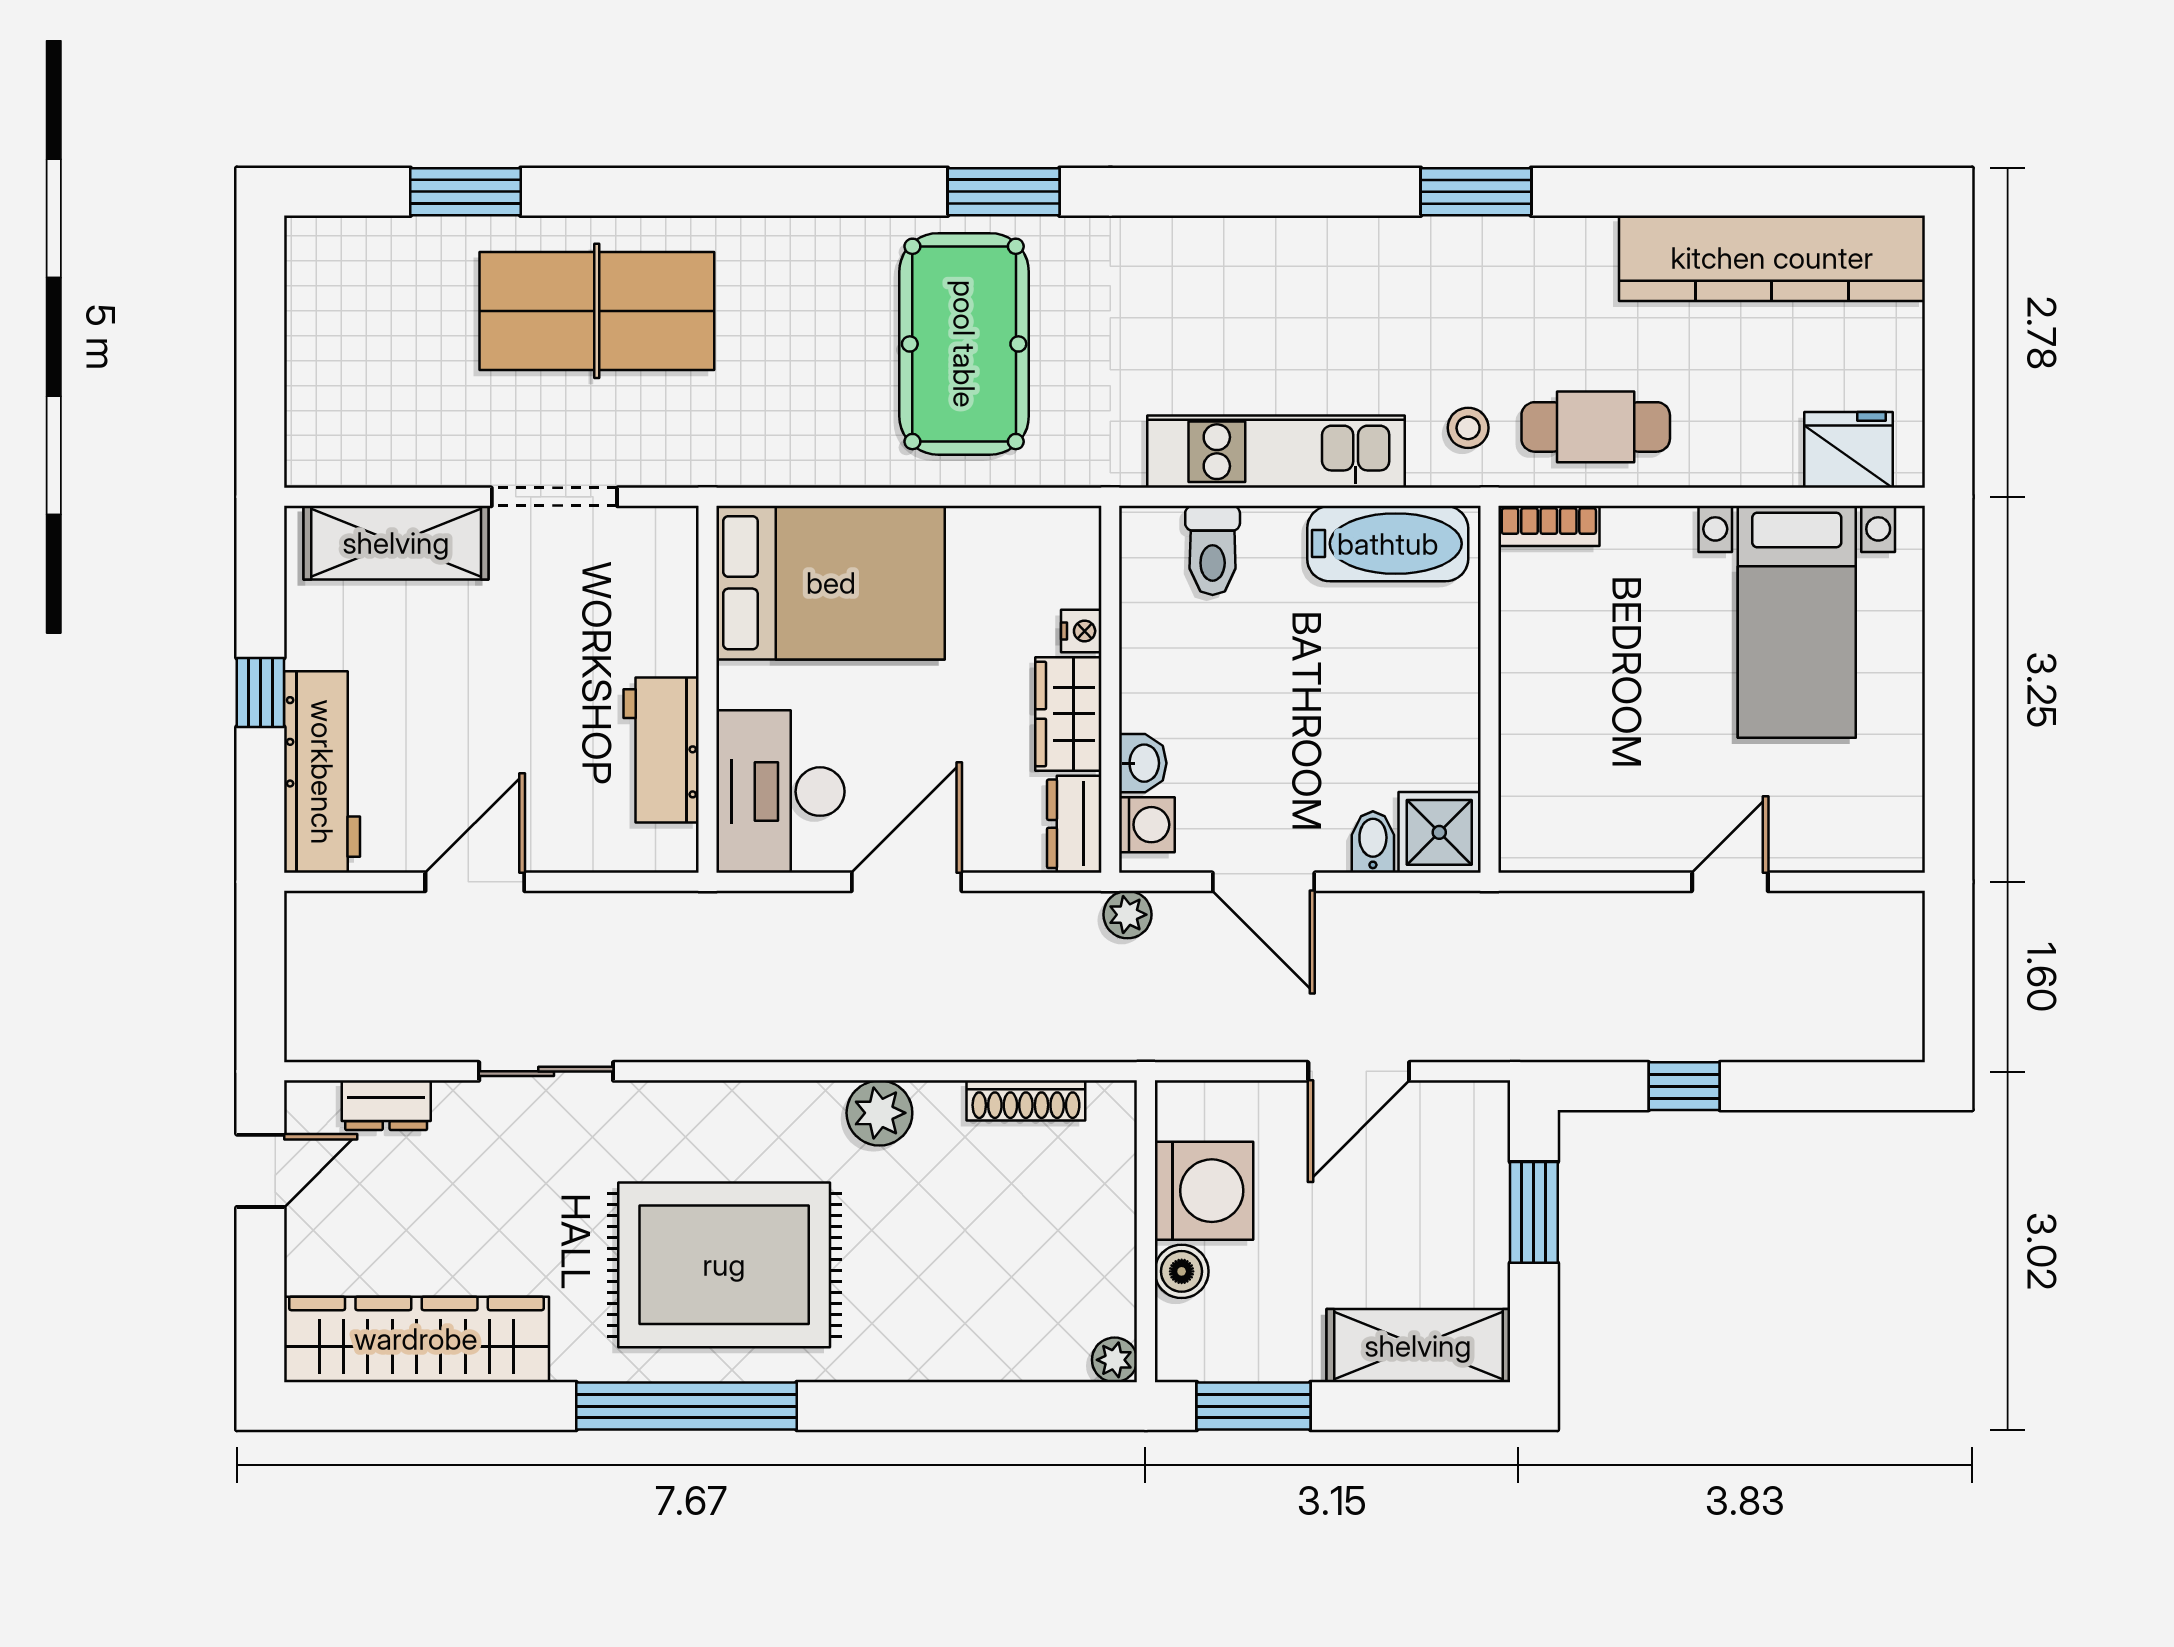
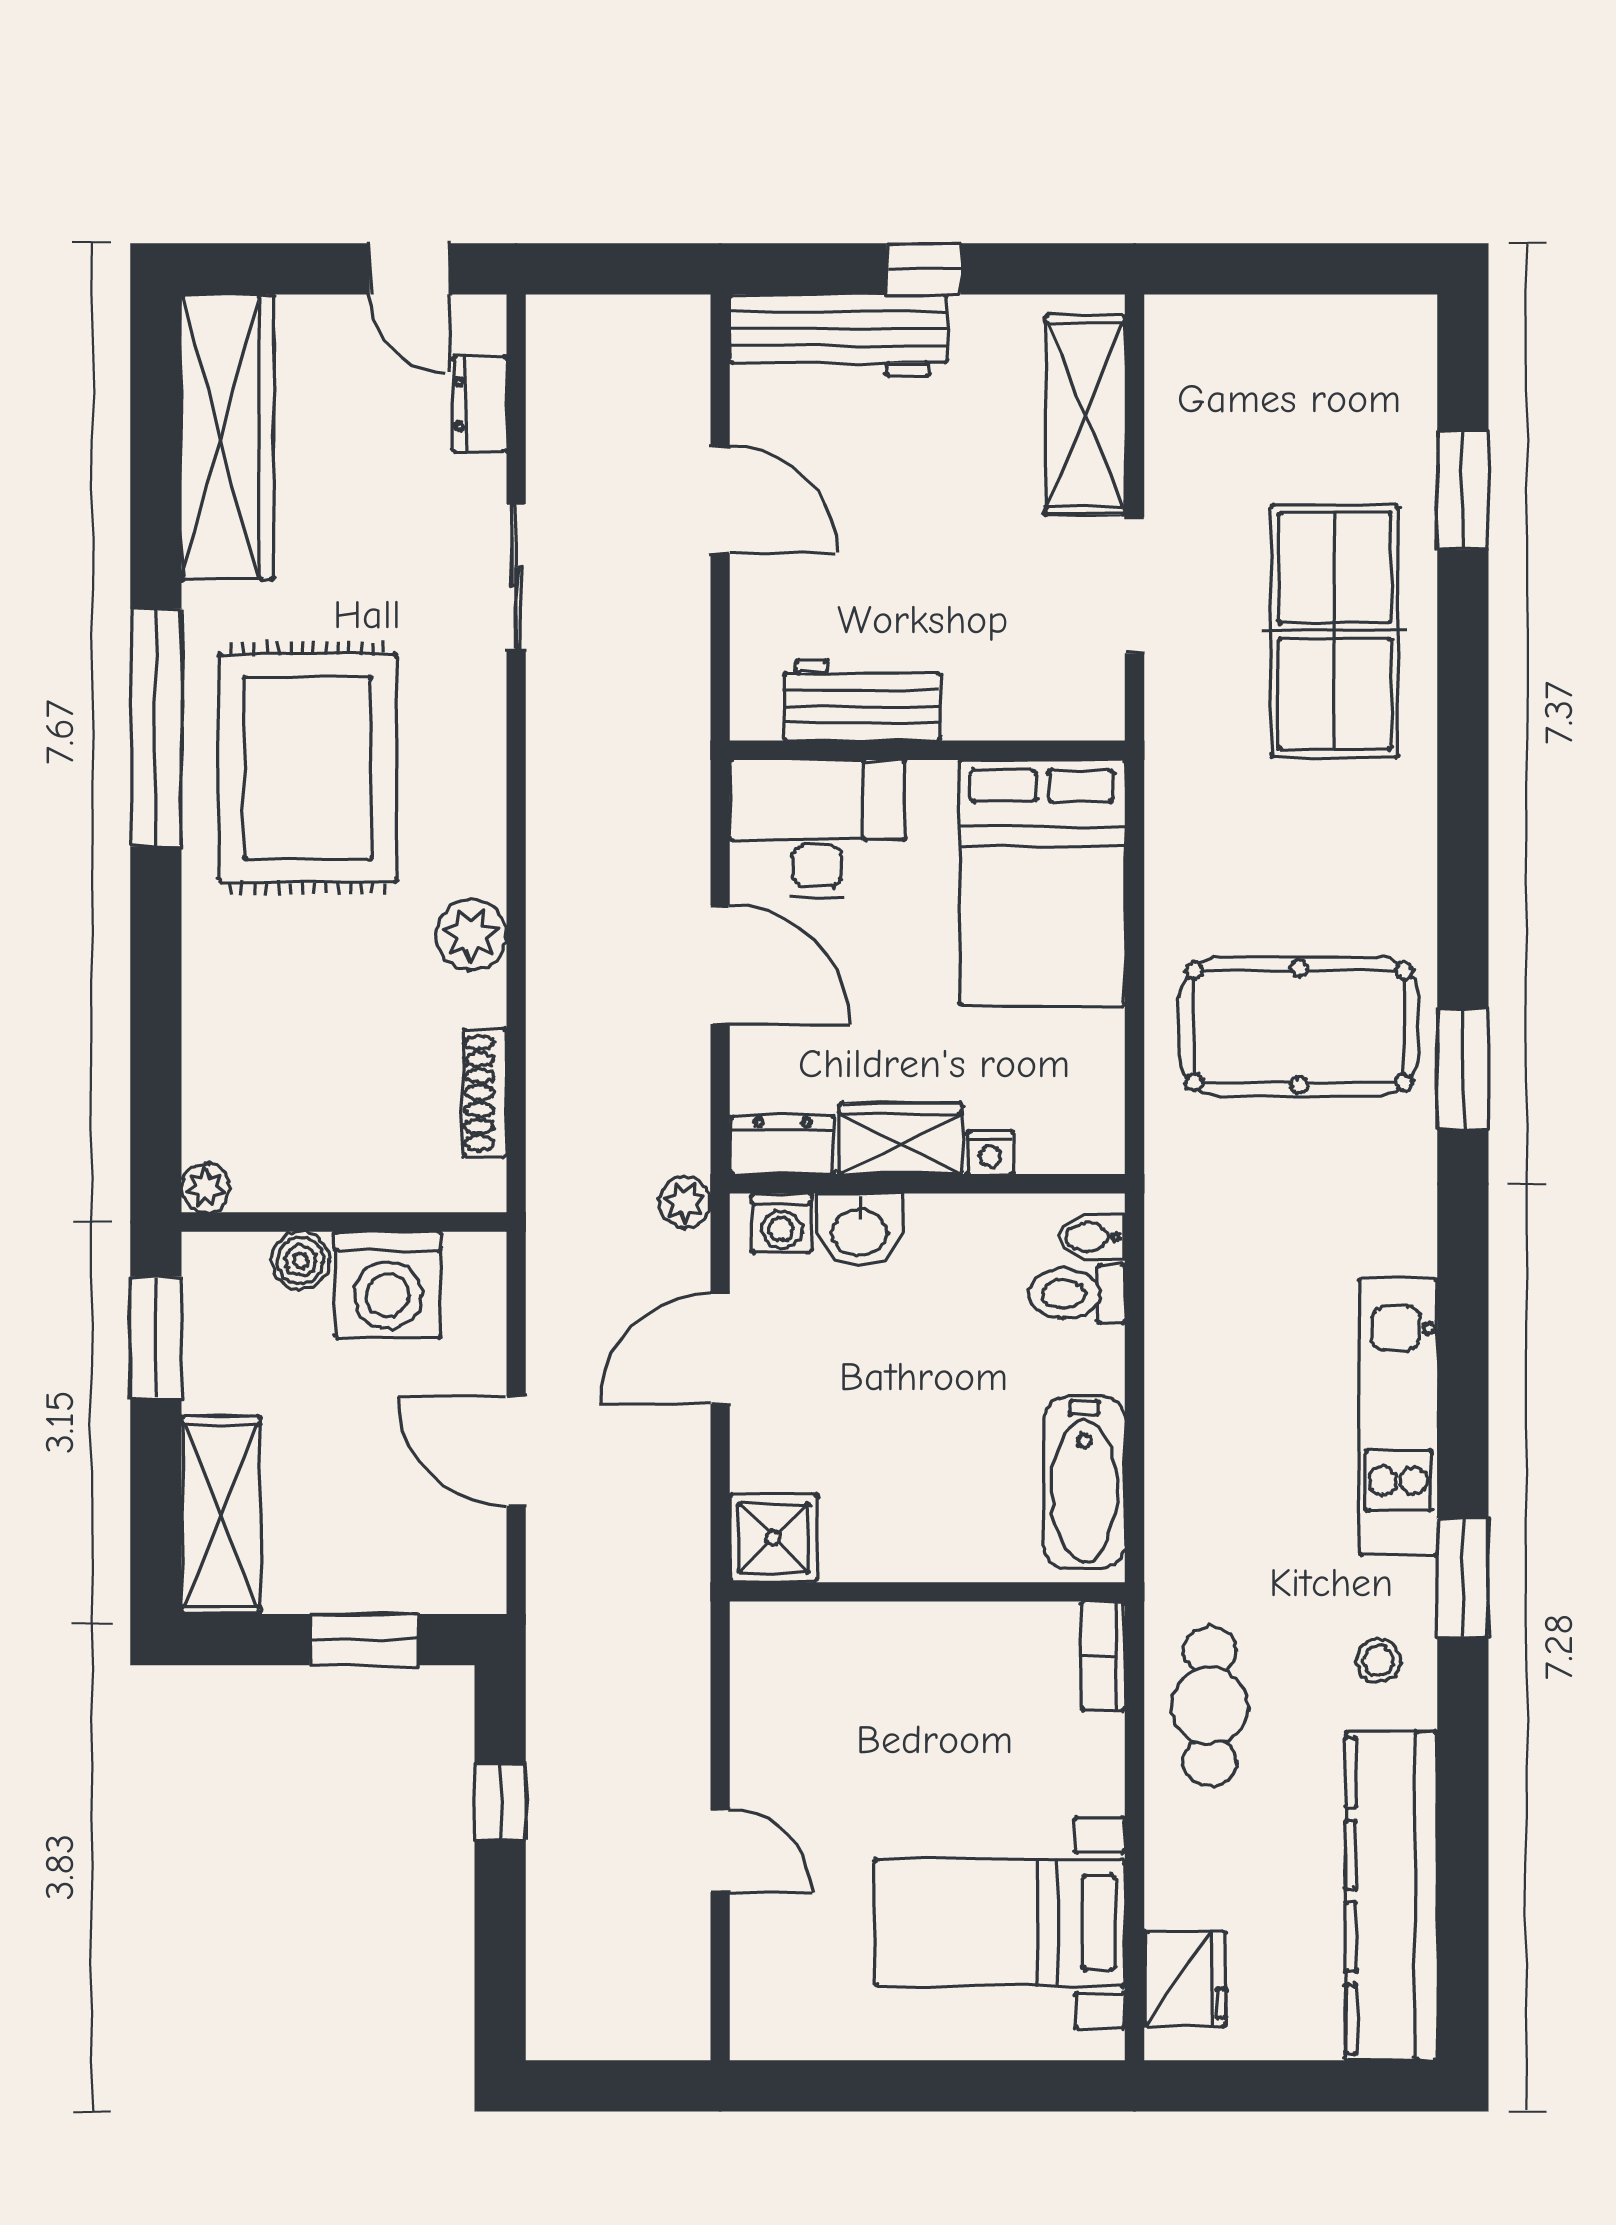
stool: (1468, 428) -> (1378, 1661), moved
kitchen unit: (1276, 452) -> (1398, 1417), moved, turned 180
washbasin: (1143, 763) -> (860, 1230), width x1.38, depth x1.45
bidet: (1373, 842) -> (1092, 1237), moved, turned 180

